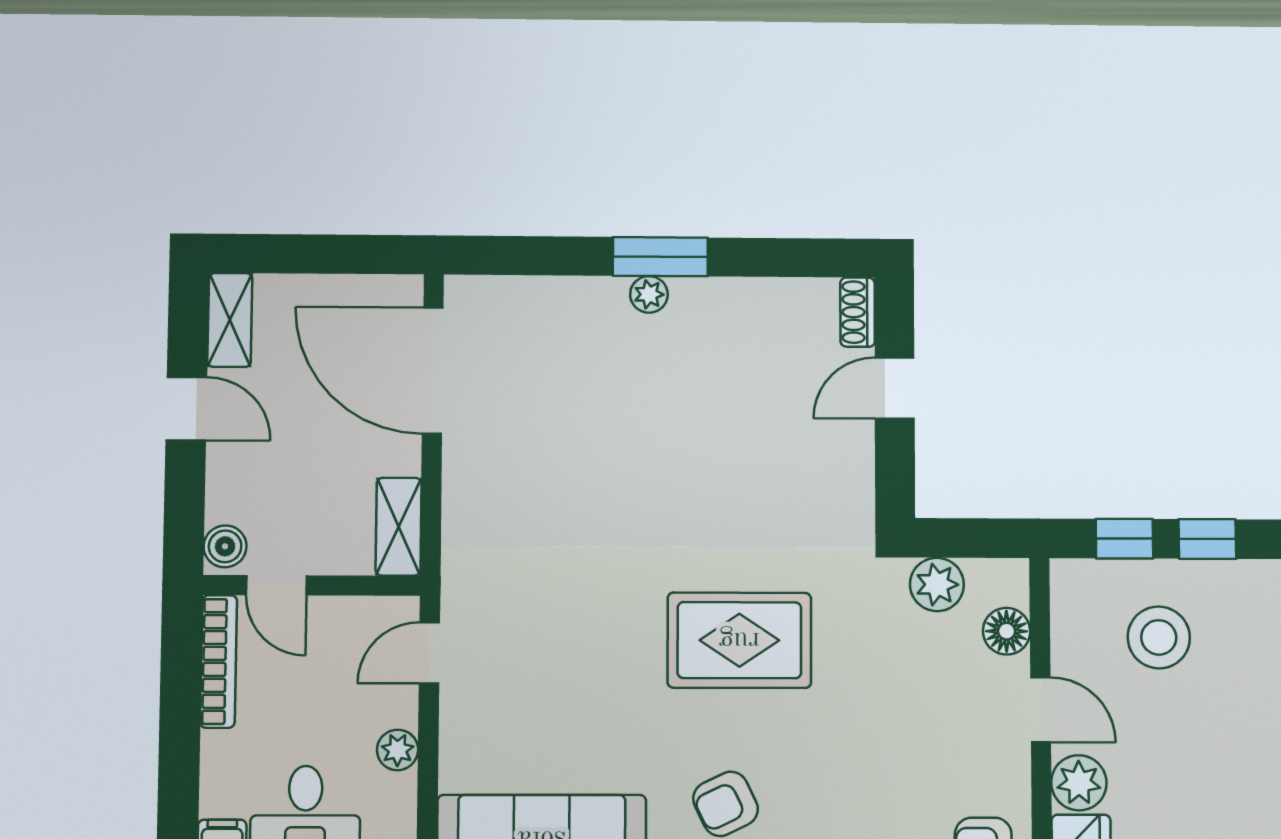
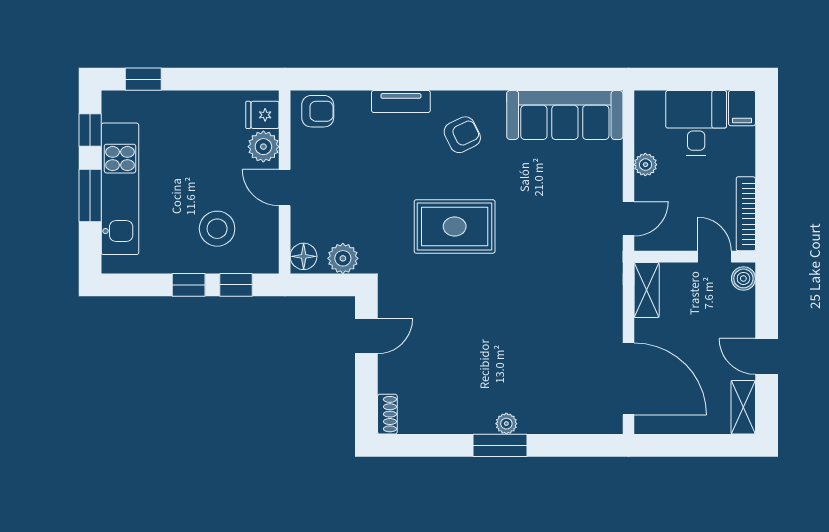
door: (895, 388) -> (366, 336), moved
floor lamp: (1007, 631) -> (304, 256), moved

